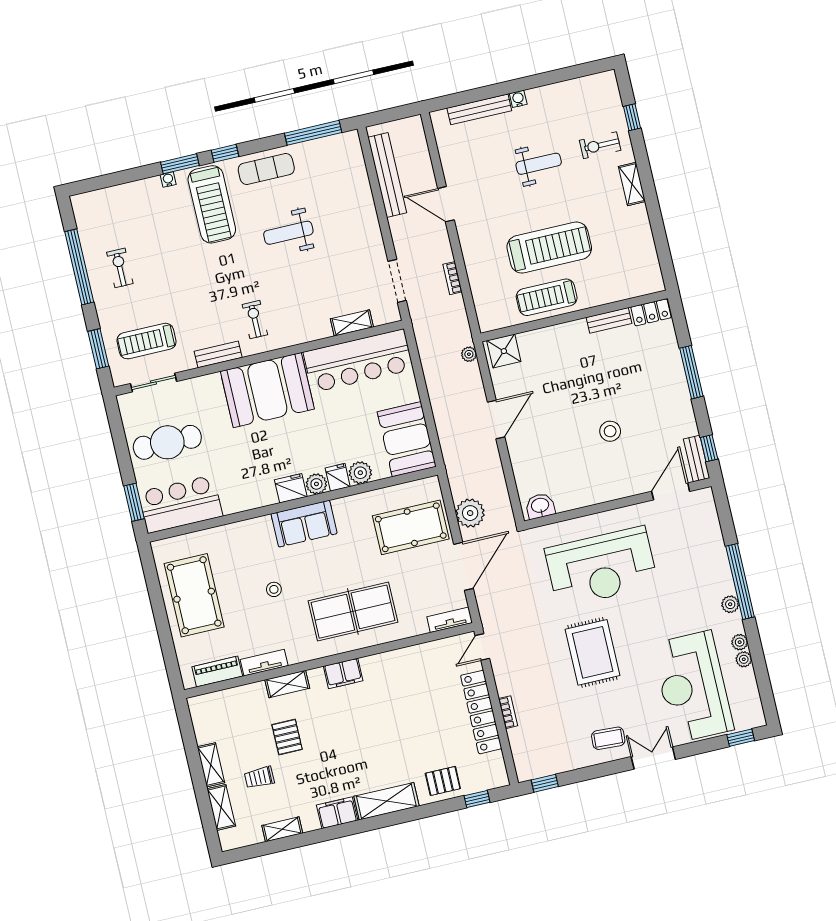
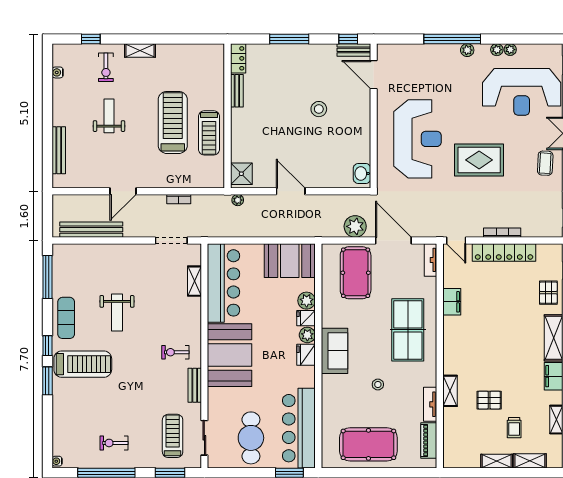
water cooler: (518, 99) -> (58, 72), moved
water cooler: (168, 180) -> (57, 461), moved
treadmill: (147, 341) -> (173, 436), turned 180
bar counter: (180, 504) -> (299, 428), width x1.36
filing cabinet: (343, 673) -> (452, 302), moved
bookcase: (508, 712) -> (502, 233), width x1.56

